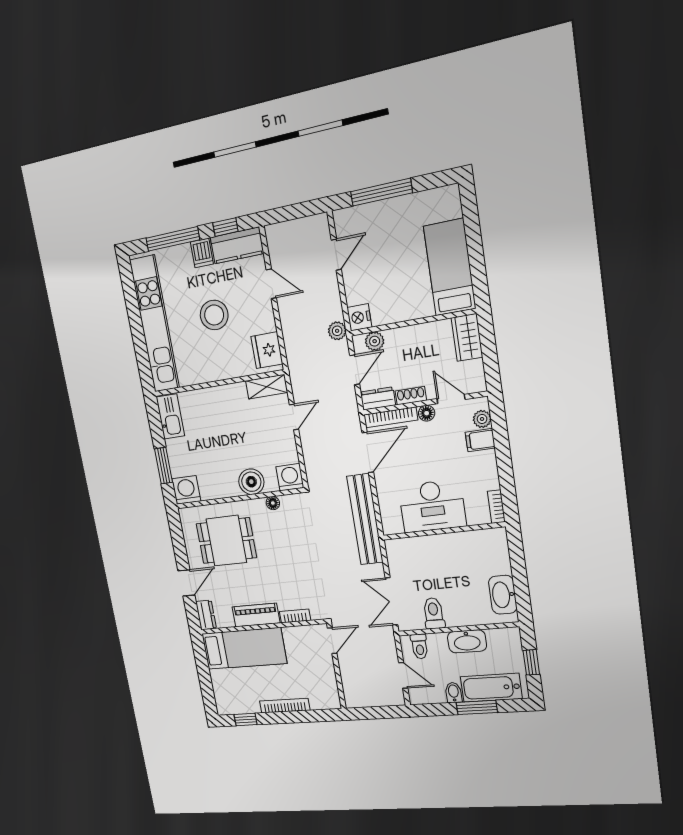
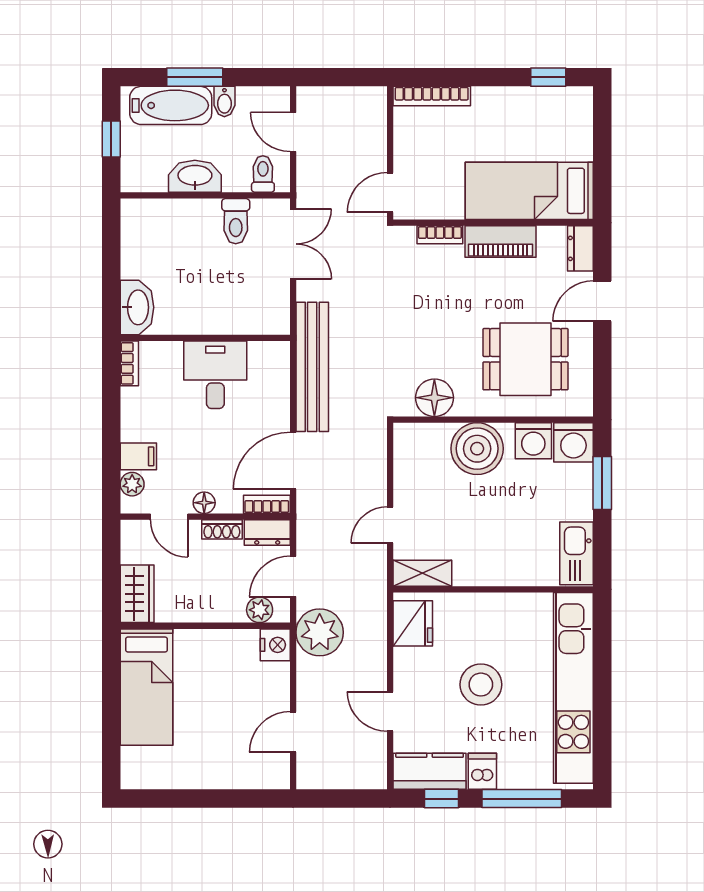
window: (381, 192) -> (220, 799), removed
plant: (337, 331) -> (320, 632), width x1.87, depth x1.87
bookcase: (391, 417) -> (267, 504), width x0.64
washing machine: (290, 477) -> (533, 441), moved
boiler: (251, 482) -> (477, 449), width x1.37, depth x1.37
floor lamp: (273, 503) -> (434, 398), width x1.89, depth x1.89
desk: (432, 506) -> (215, 375), width x0.73
washbasin: (503, 595) -> (137, 307), moved
bookcase: (285, 706) -> (432, 96), moved

